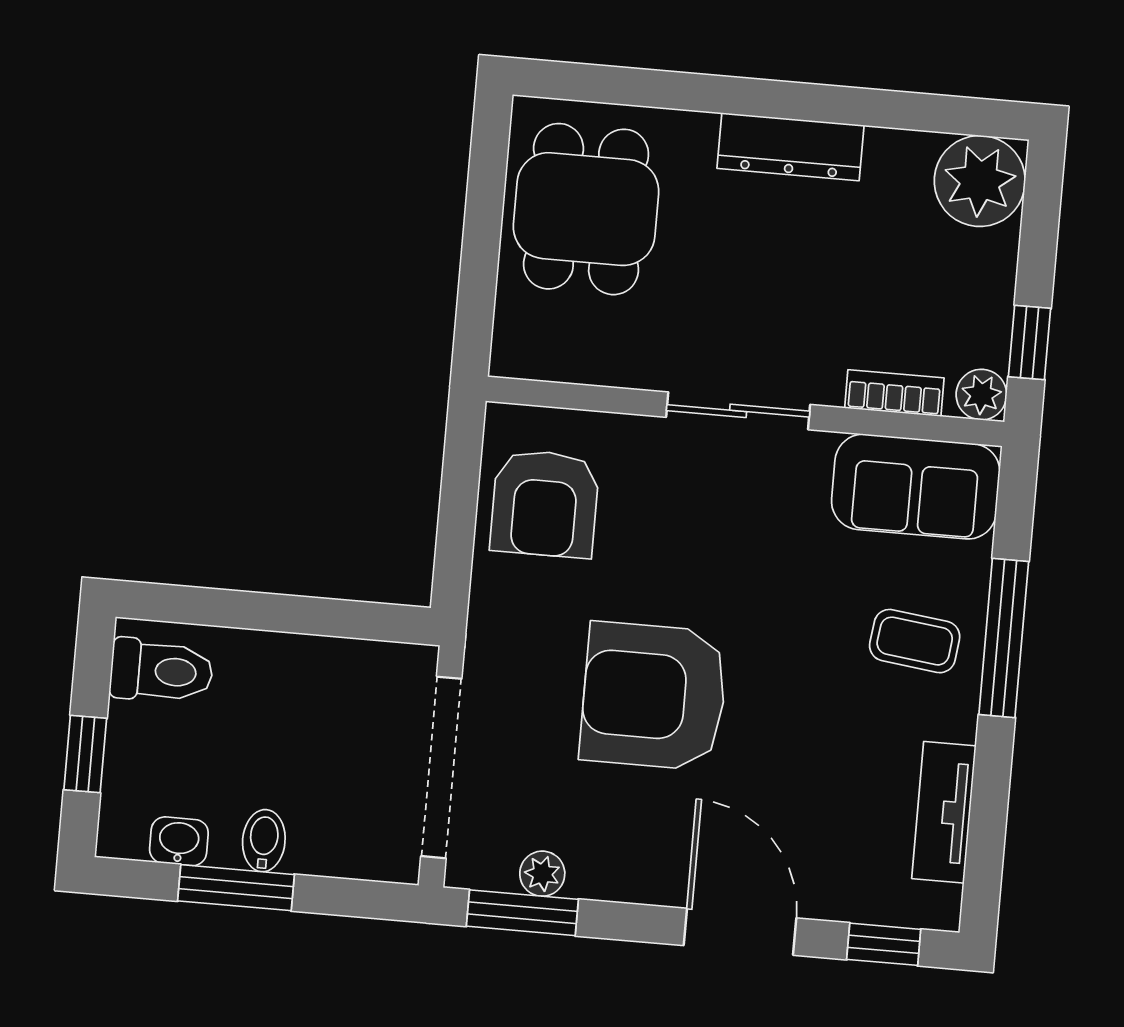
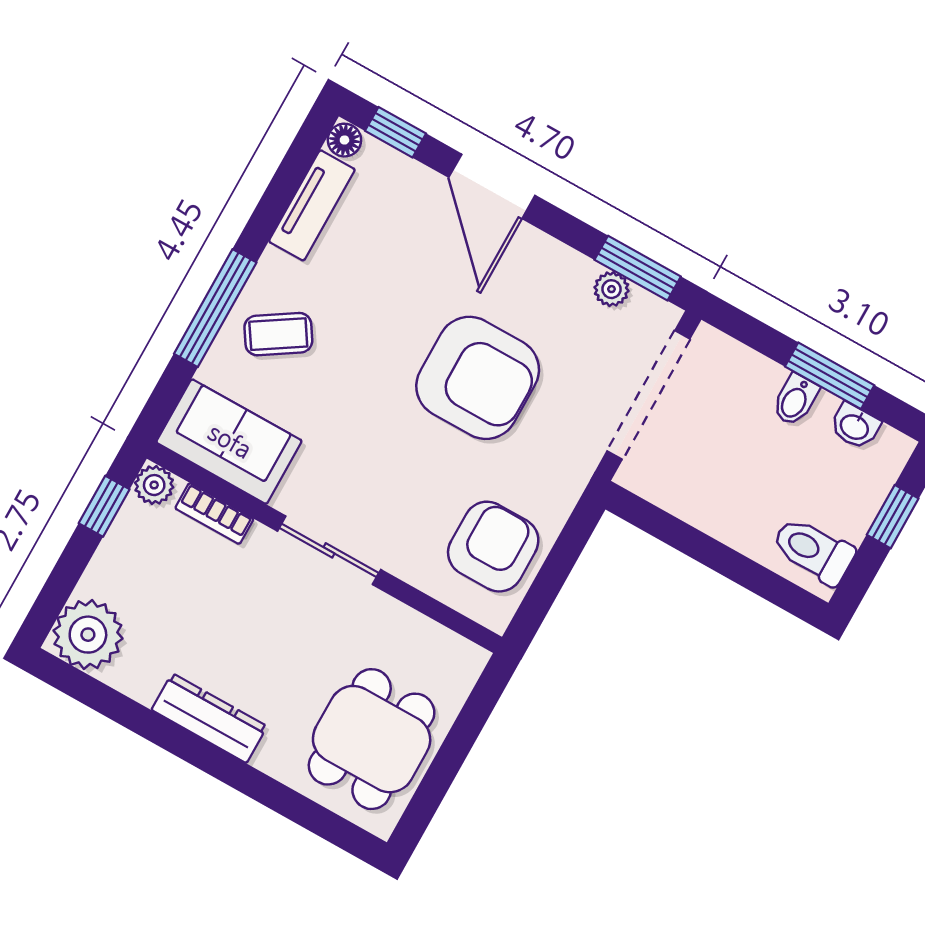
coffee table: (915, 641) -> (278, 334), turned -40
floor lamp: (940, 908) -> (344, 140), added

